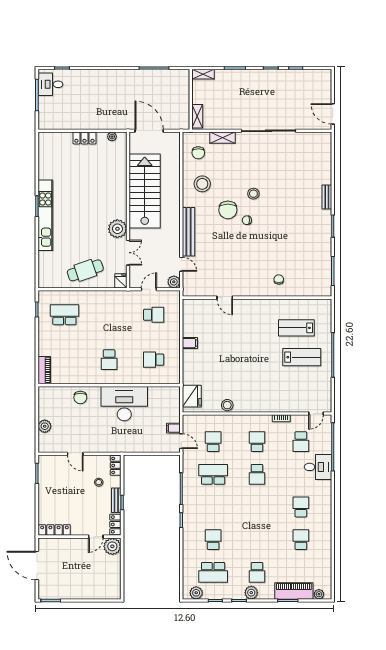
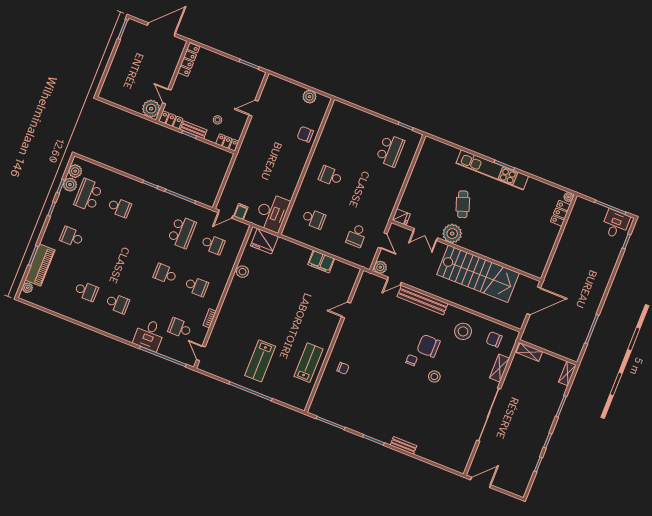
plant: (112, 137) -> (568, 197), moved
locker: (84, 138) -> (560, 213), moved
cafe table: (85, 270) -> (463, 204), moved, width x0.73, depth x0.74
lab bench: (296, 328) -> (308, 363), moved
filing cabinet: (190, 343) -> (321, 262), width x2.00
school desk: (154, 360) -> (314, 219), turned 90
piano: (44, 370) -> (345, 110), removed
desk: (124, 404) -> (272, 213), moved, width x0.73, depth x0.77
plant: (45, 426) -> (309, 97), moved
plant: (251, 593) -> (70, 185), moved

